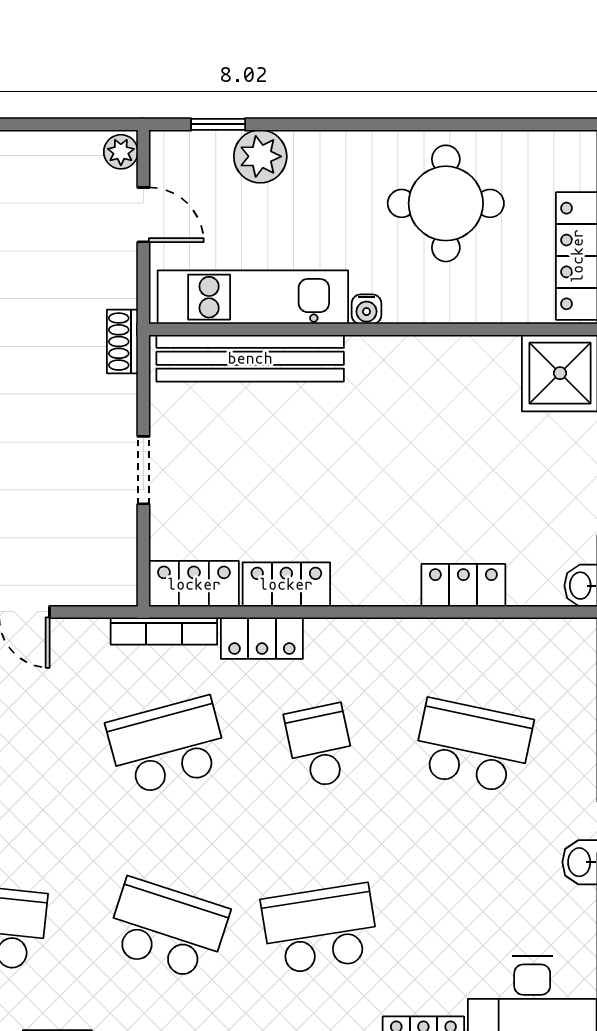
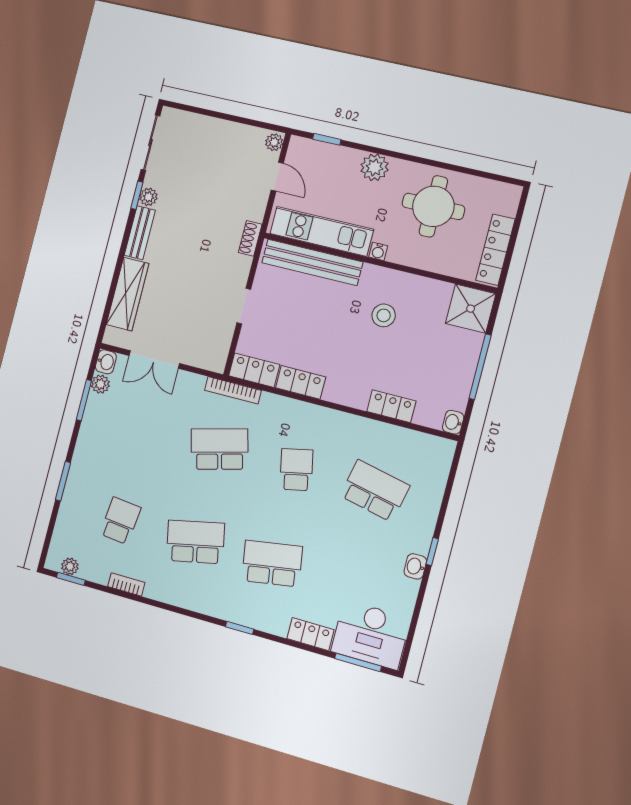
plant: (260, 156) -> (374, 167), moved
stool: (407, 424) -> (384, 315), added
locker: (262, 638) -> (281, 407), removed
school desk: (167, 929) -> (195, 542), turned -30

